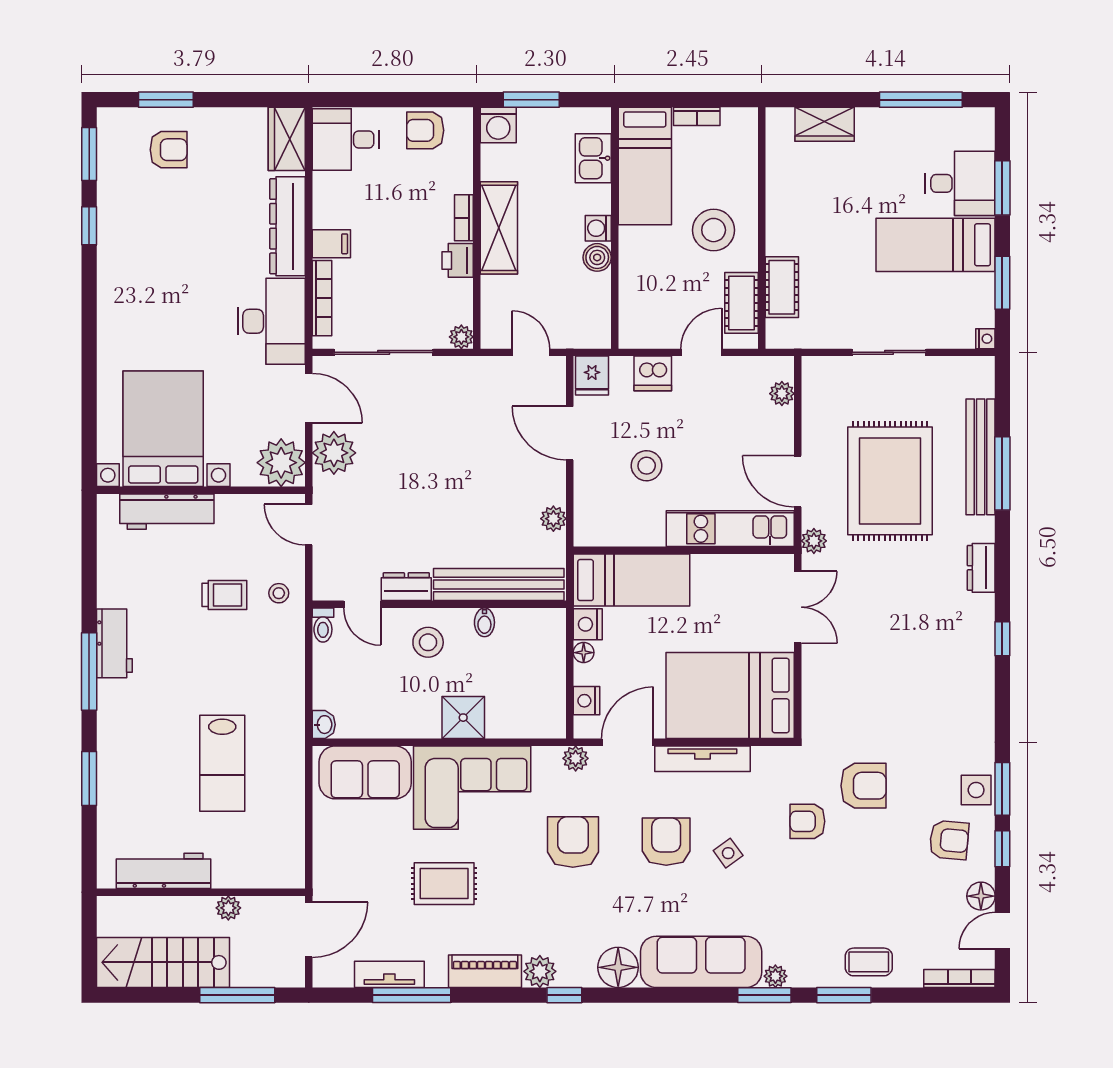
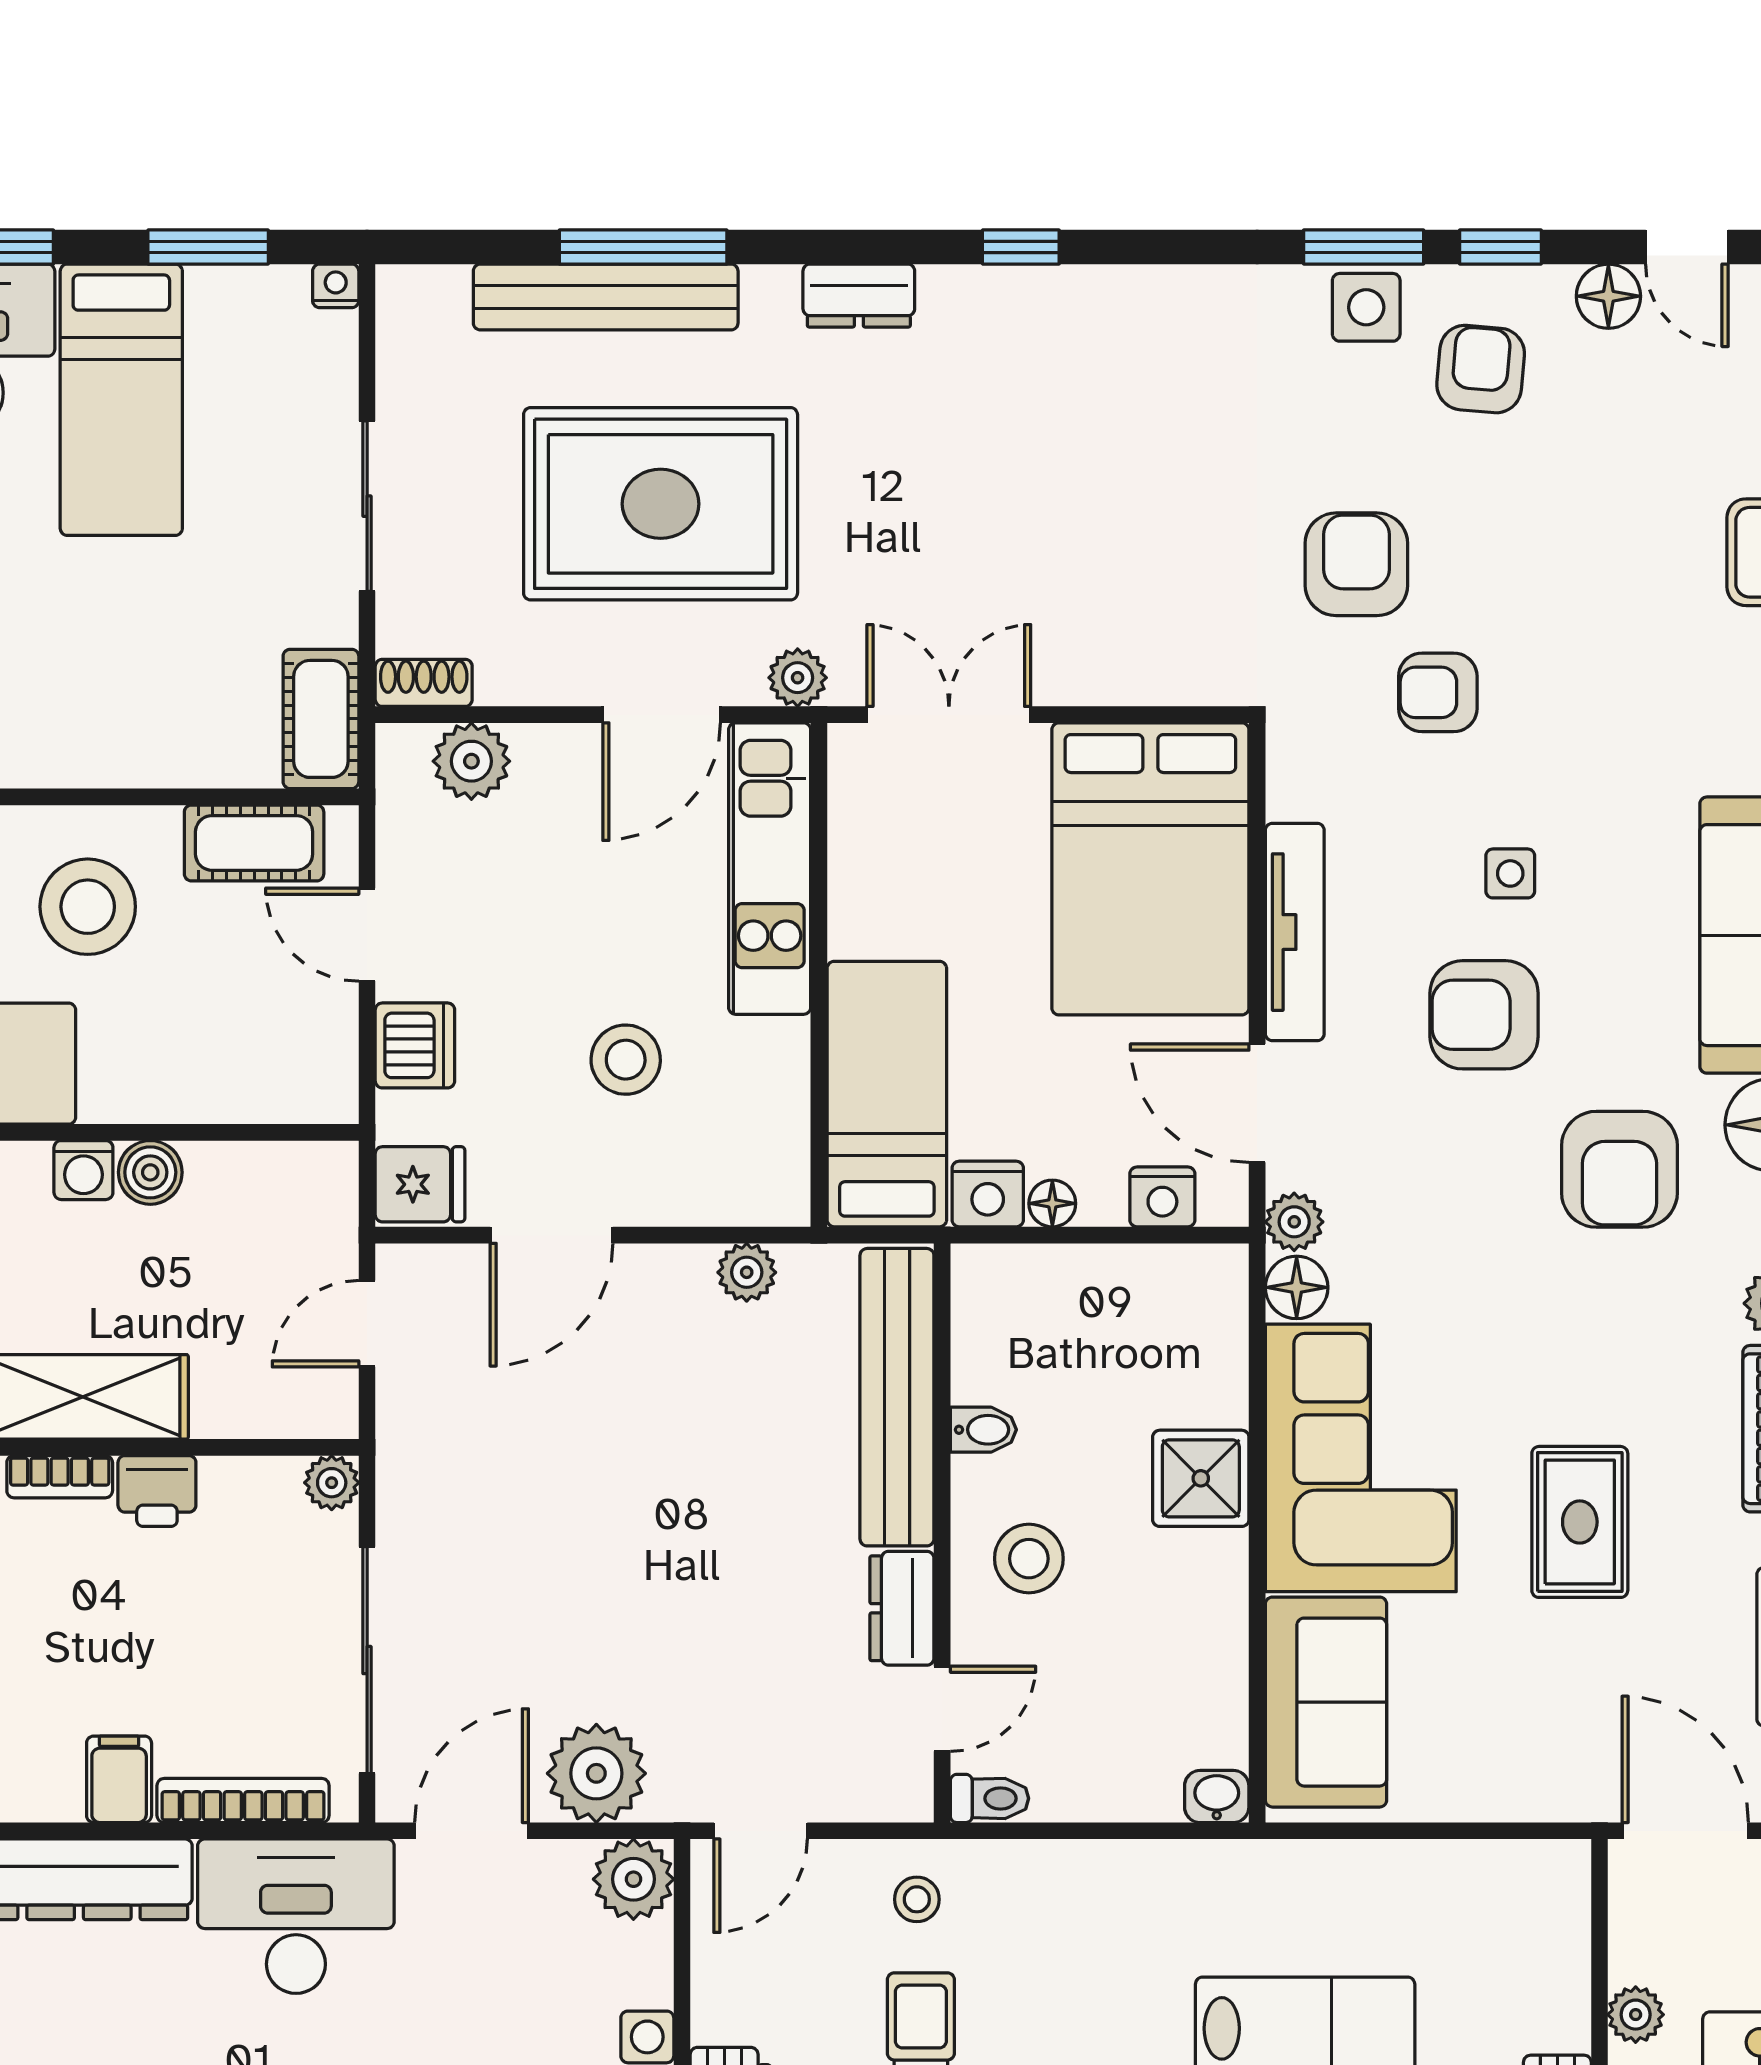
cot: (782, 287) -> (321, 719), moved, turned 90
shoe rack: (812, 377) -> (424, 683), added
plant: (782, 394) -> (471, 761), width x1.38, depth x1.38
plant: (281, 463) -> (633, 1879), width x0.73, depth x0.73
floor lamp: (547, 760) -> (1297, 1287), added
armchair: (807, 821) -> (1438, 692), turned 90
armchair: (573, 842) -> (1619, 1169), moved, turned -90
side table: (728, 853) -> (1510, 873), turned 36

